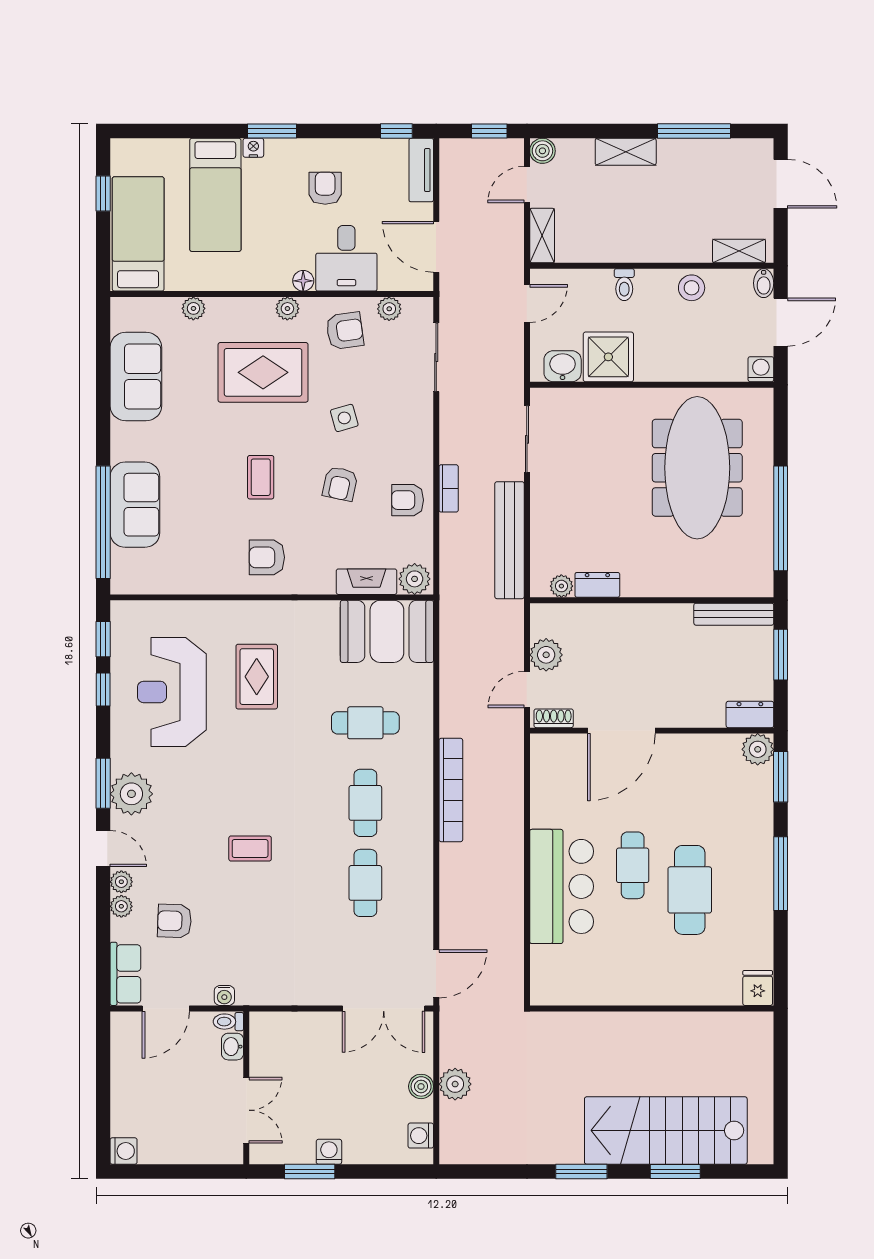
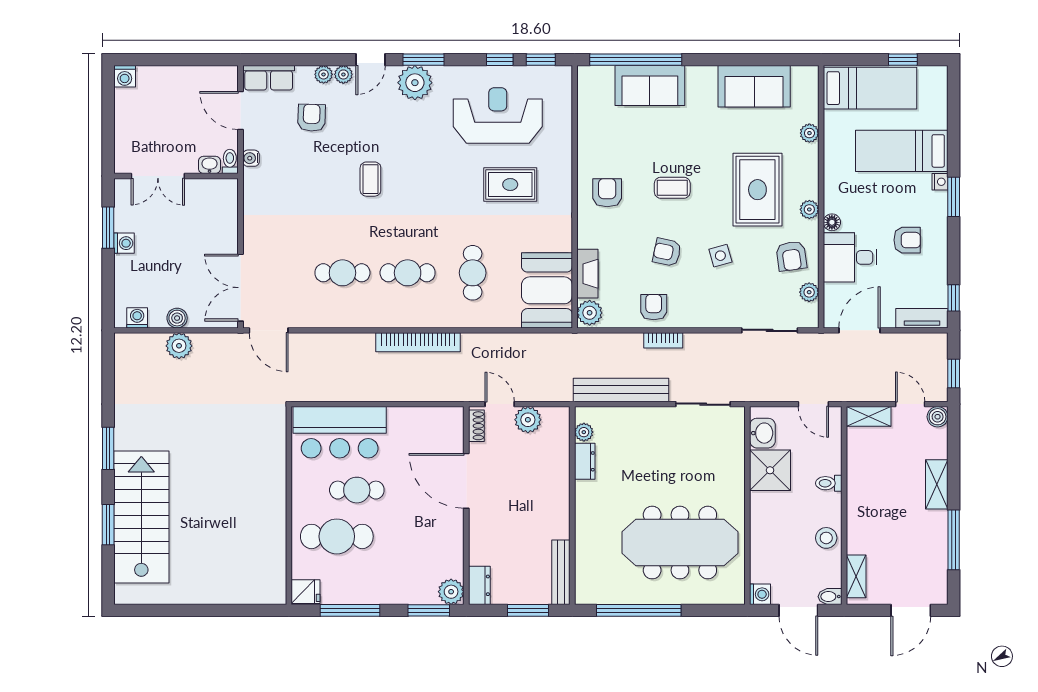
fridge: (758, 988) -> (305, 592), moved
wall: (652, 1008) -> (289, 506), moved

